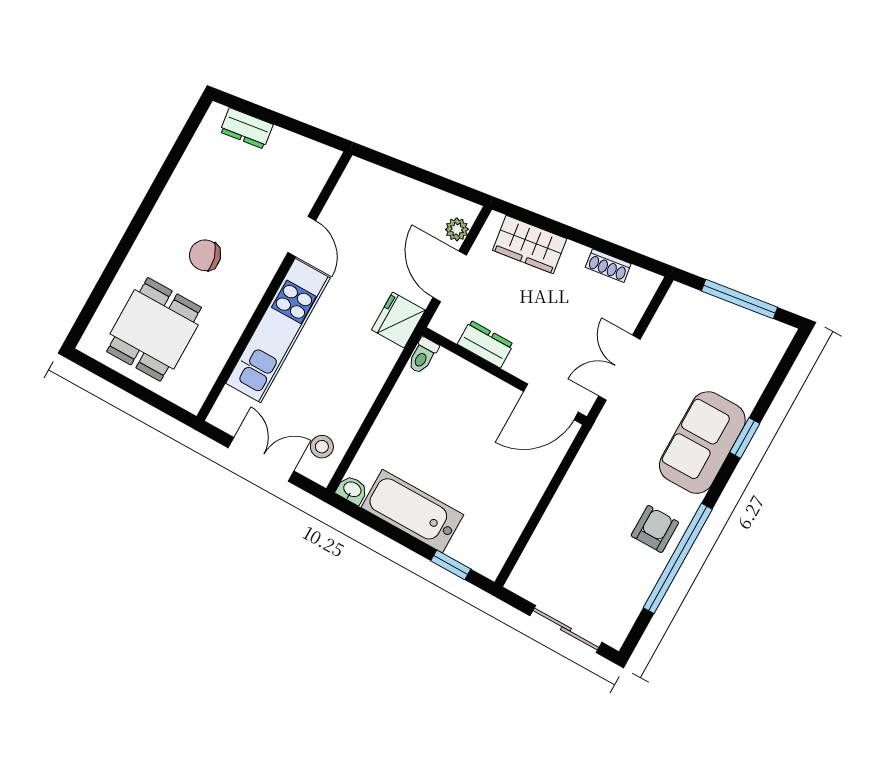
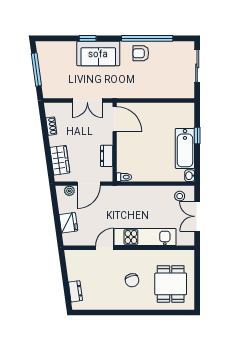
fridge: (398, 320) -> (68, 223), moved, turned -98
dining table: (154, 329) -> (171, 284), turned 90
window: (451, 565) -> (197, 136), moved

